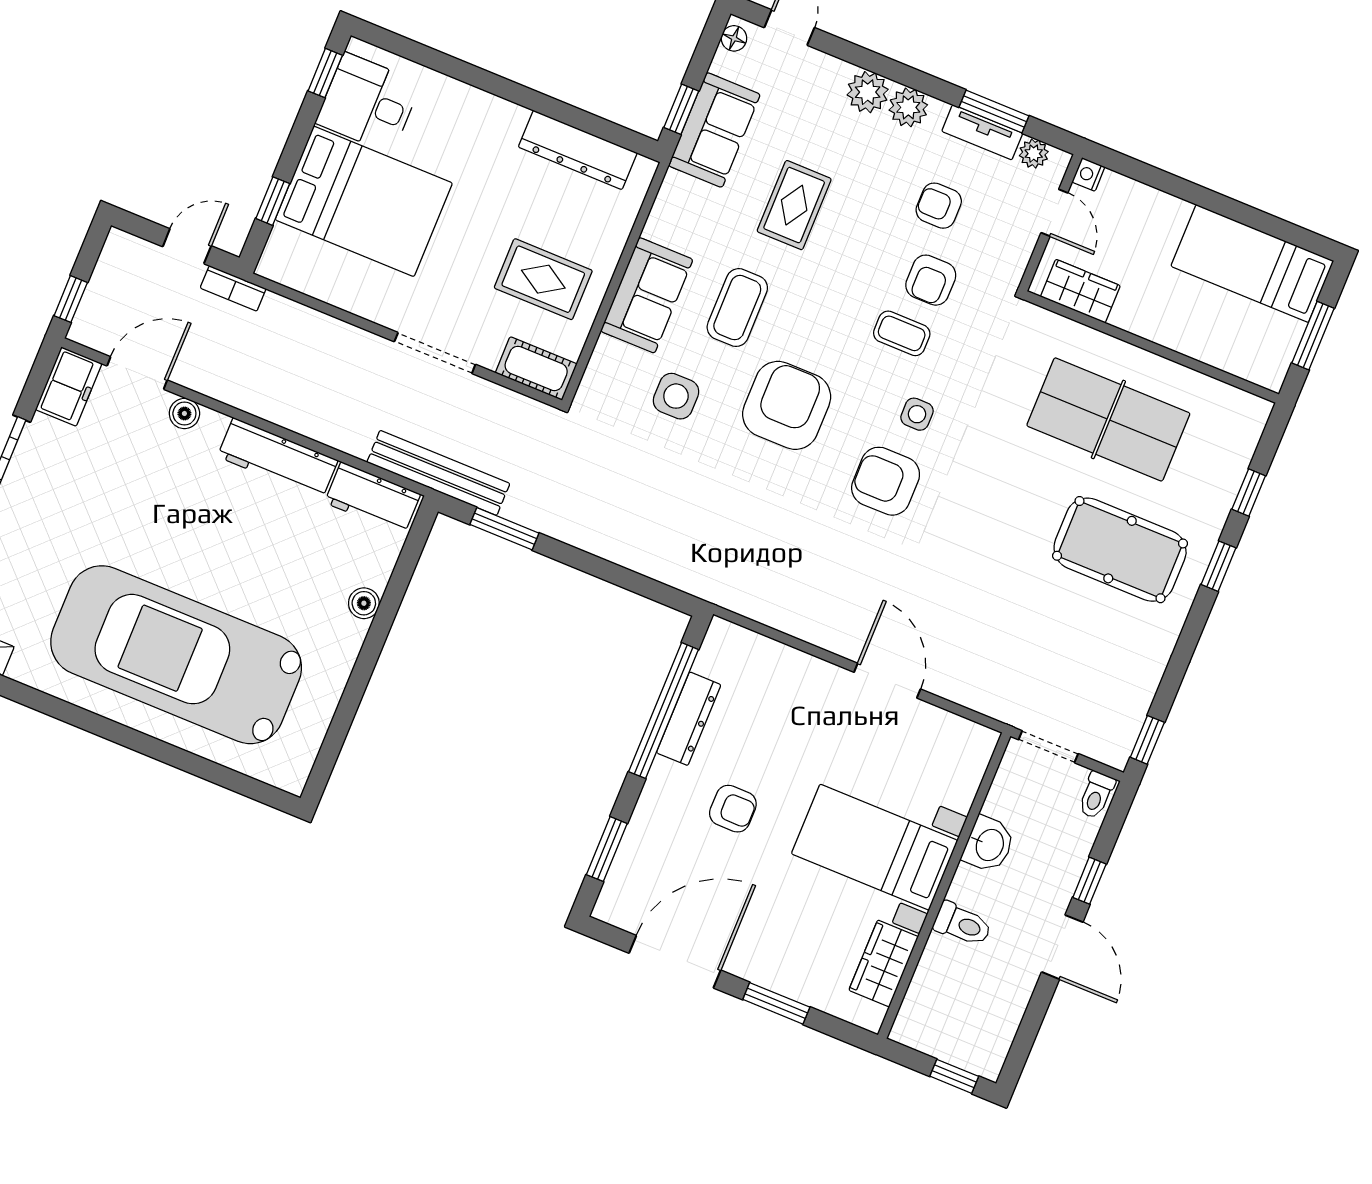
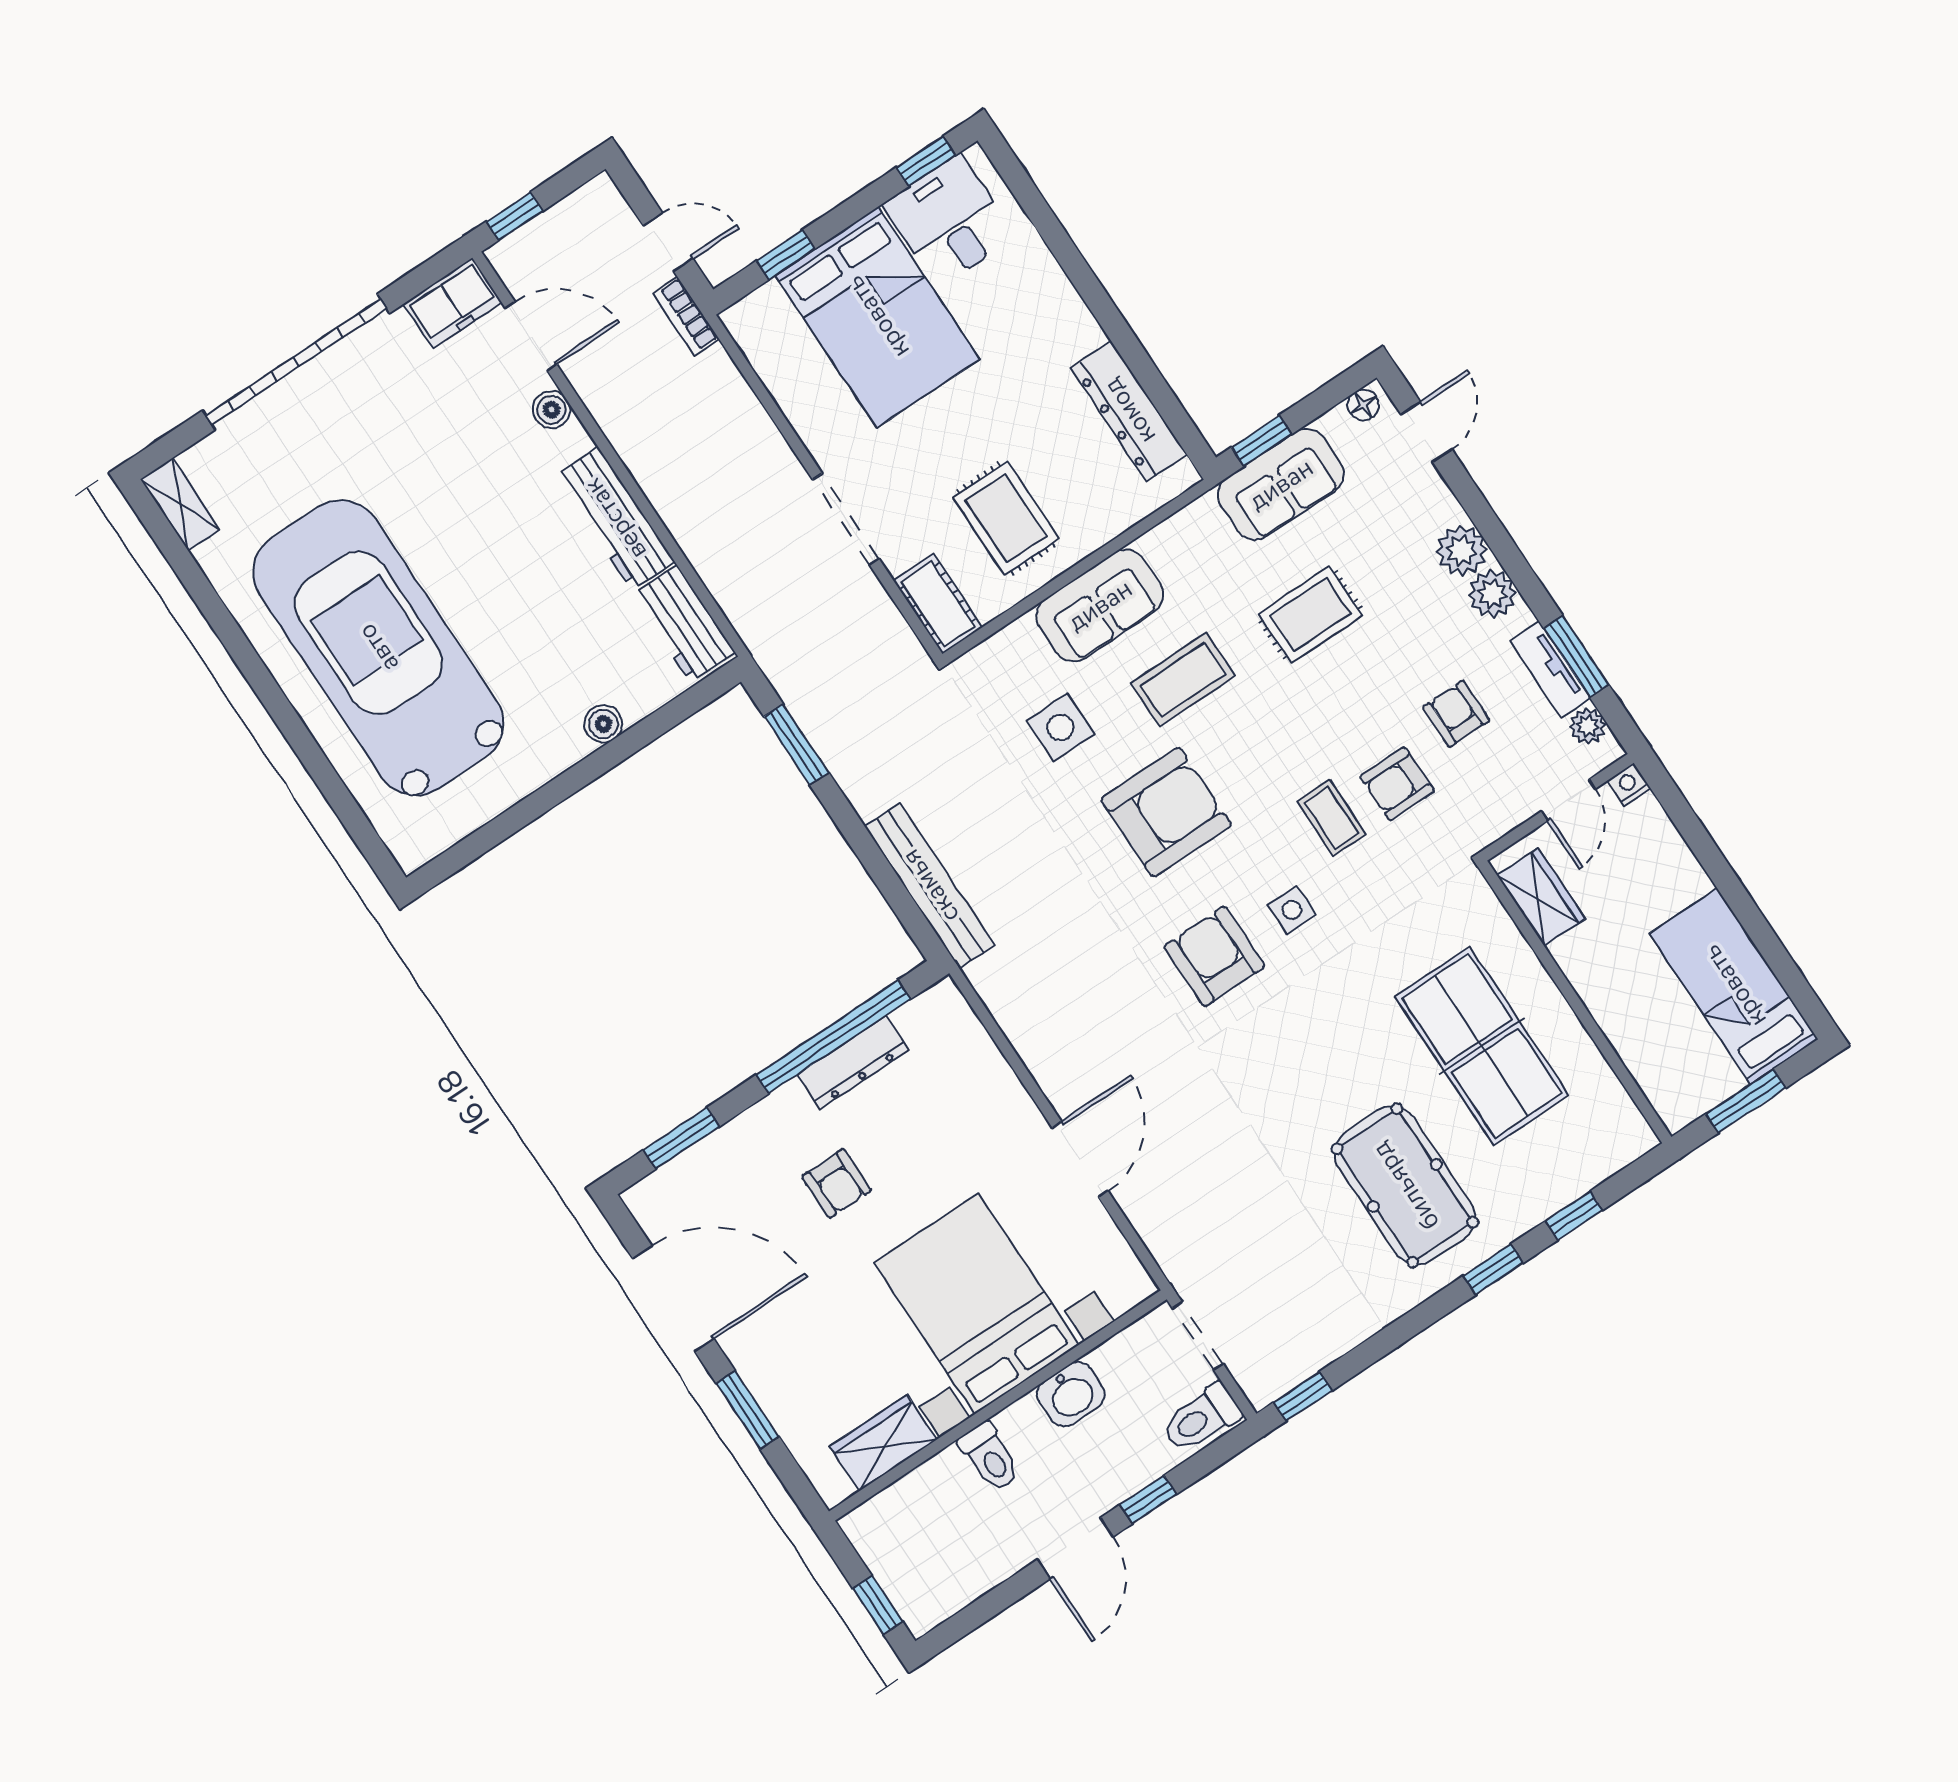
bench: (438, 473) -> (930, 886), moved
toilet: (1096, 795) -> (1201, 1418), width x1.37, depth x1.39
bed with nightstands: (875, 847) -> (977, 1304), width x1.36

